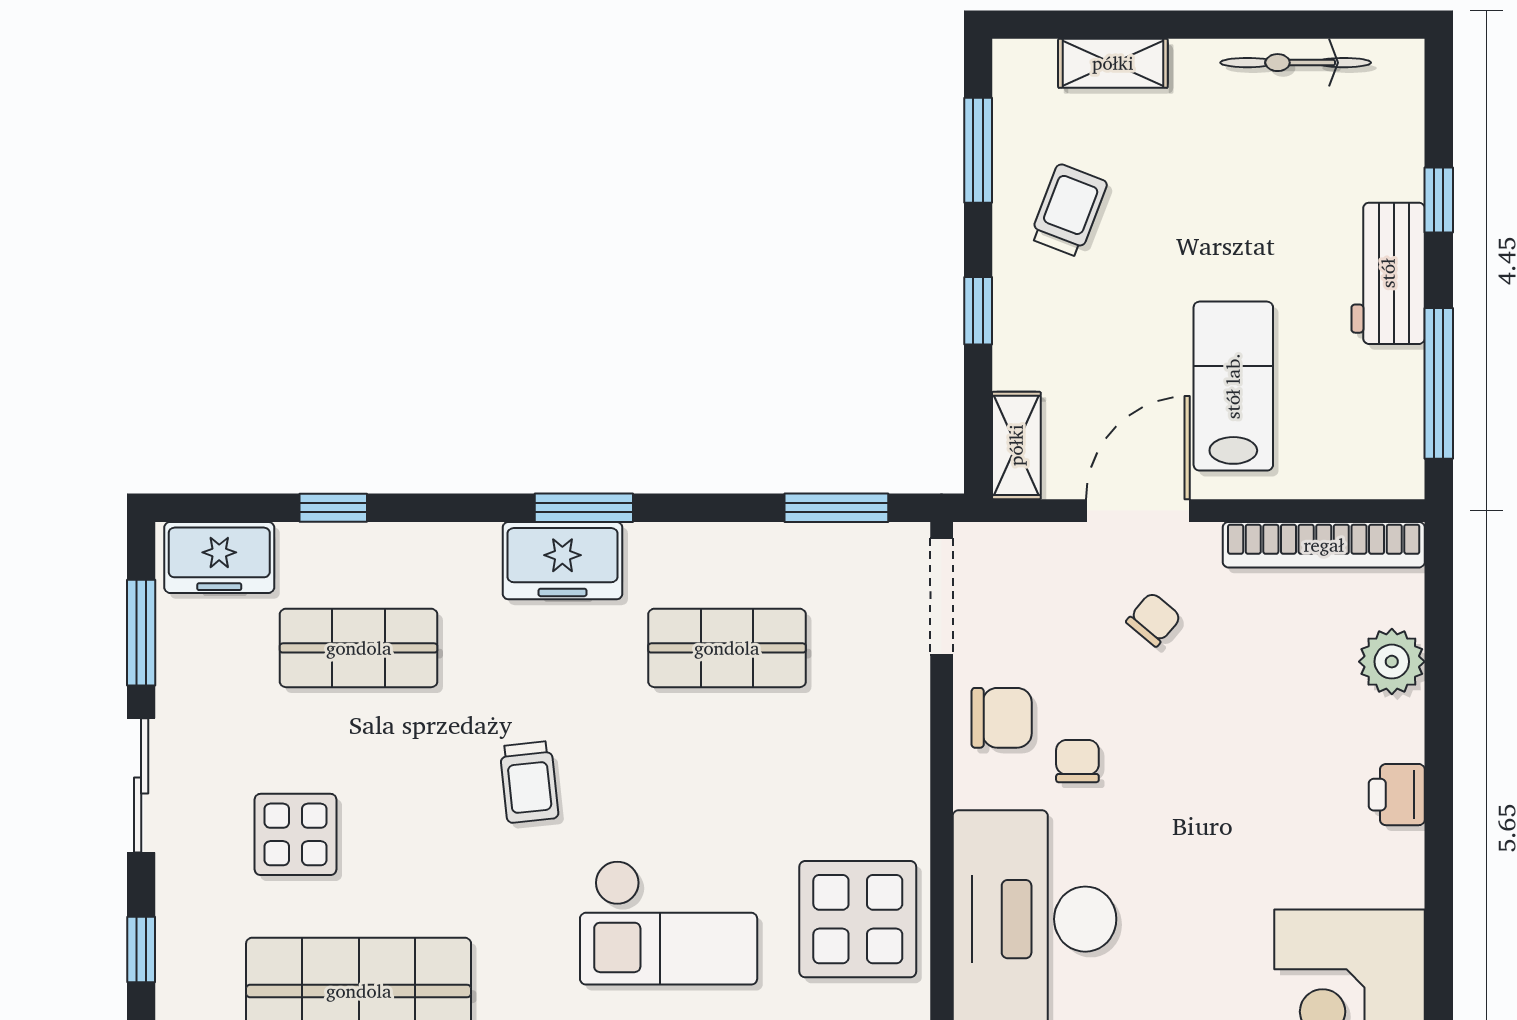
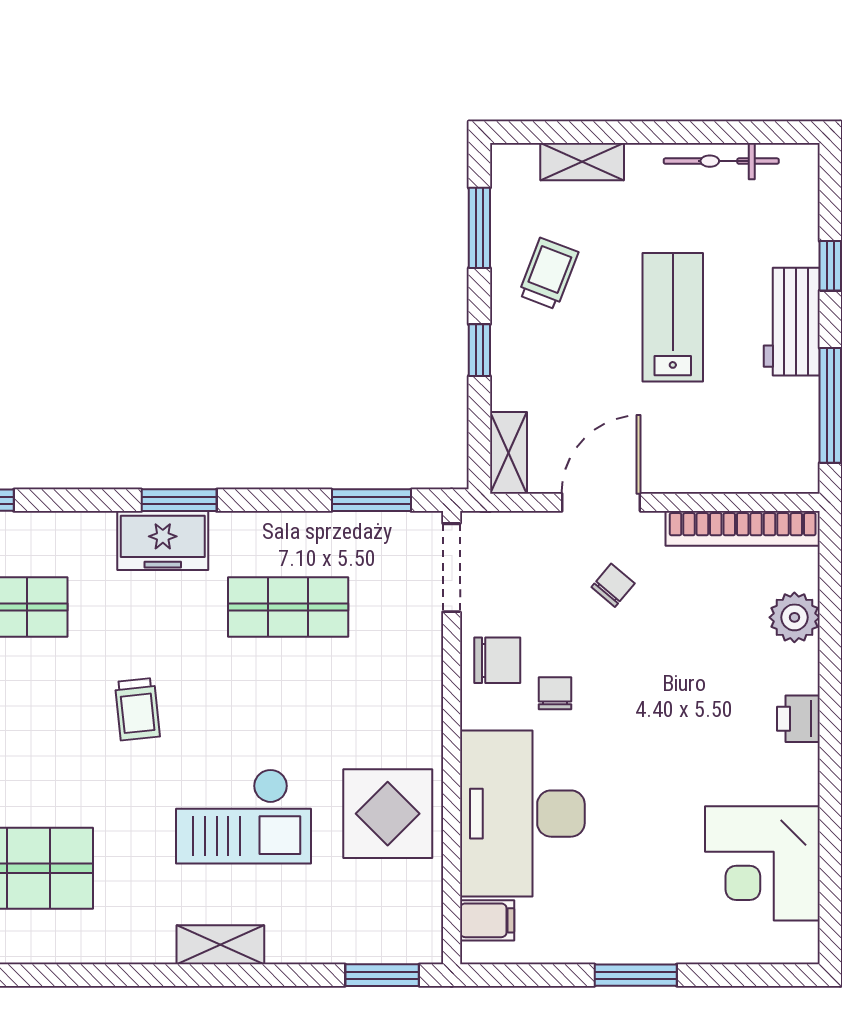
lab bench: (1233, 386) -> (673, 317), moved

